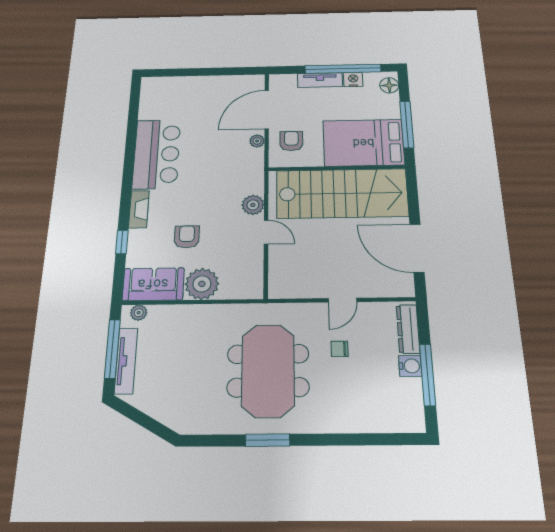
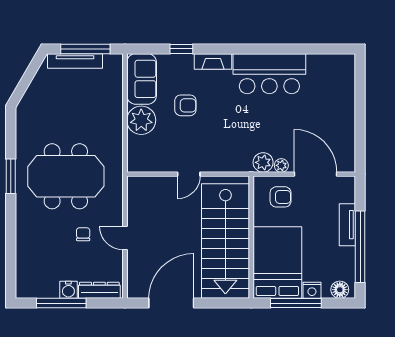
nightstand: (353, 80) -> (312, 290), moved, turned 90
plant: (253, 205) -> (263, 162), moved
plant: (139, 313) -> (116, 68), removed

